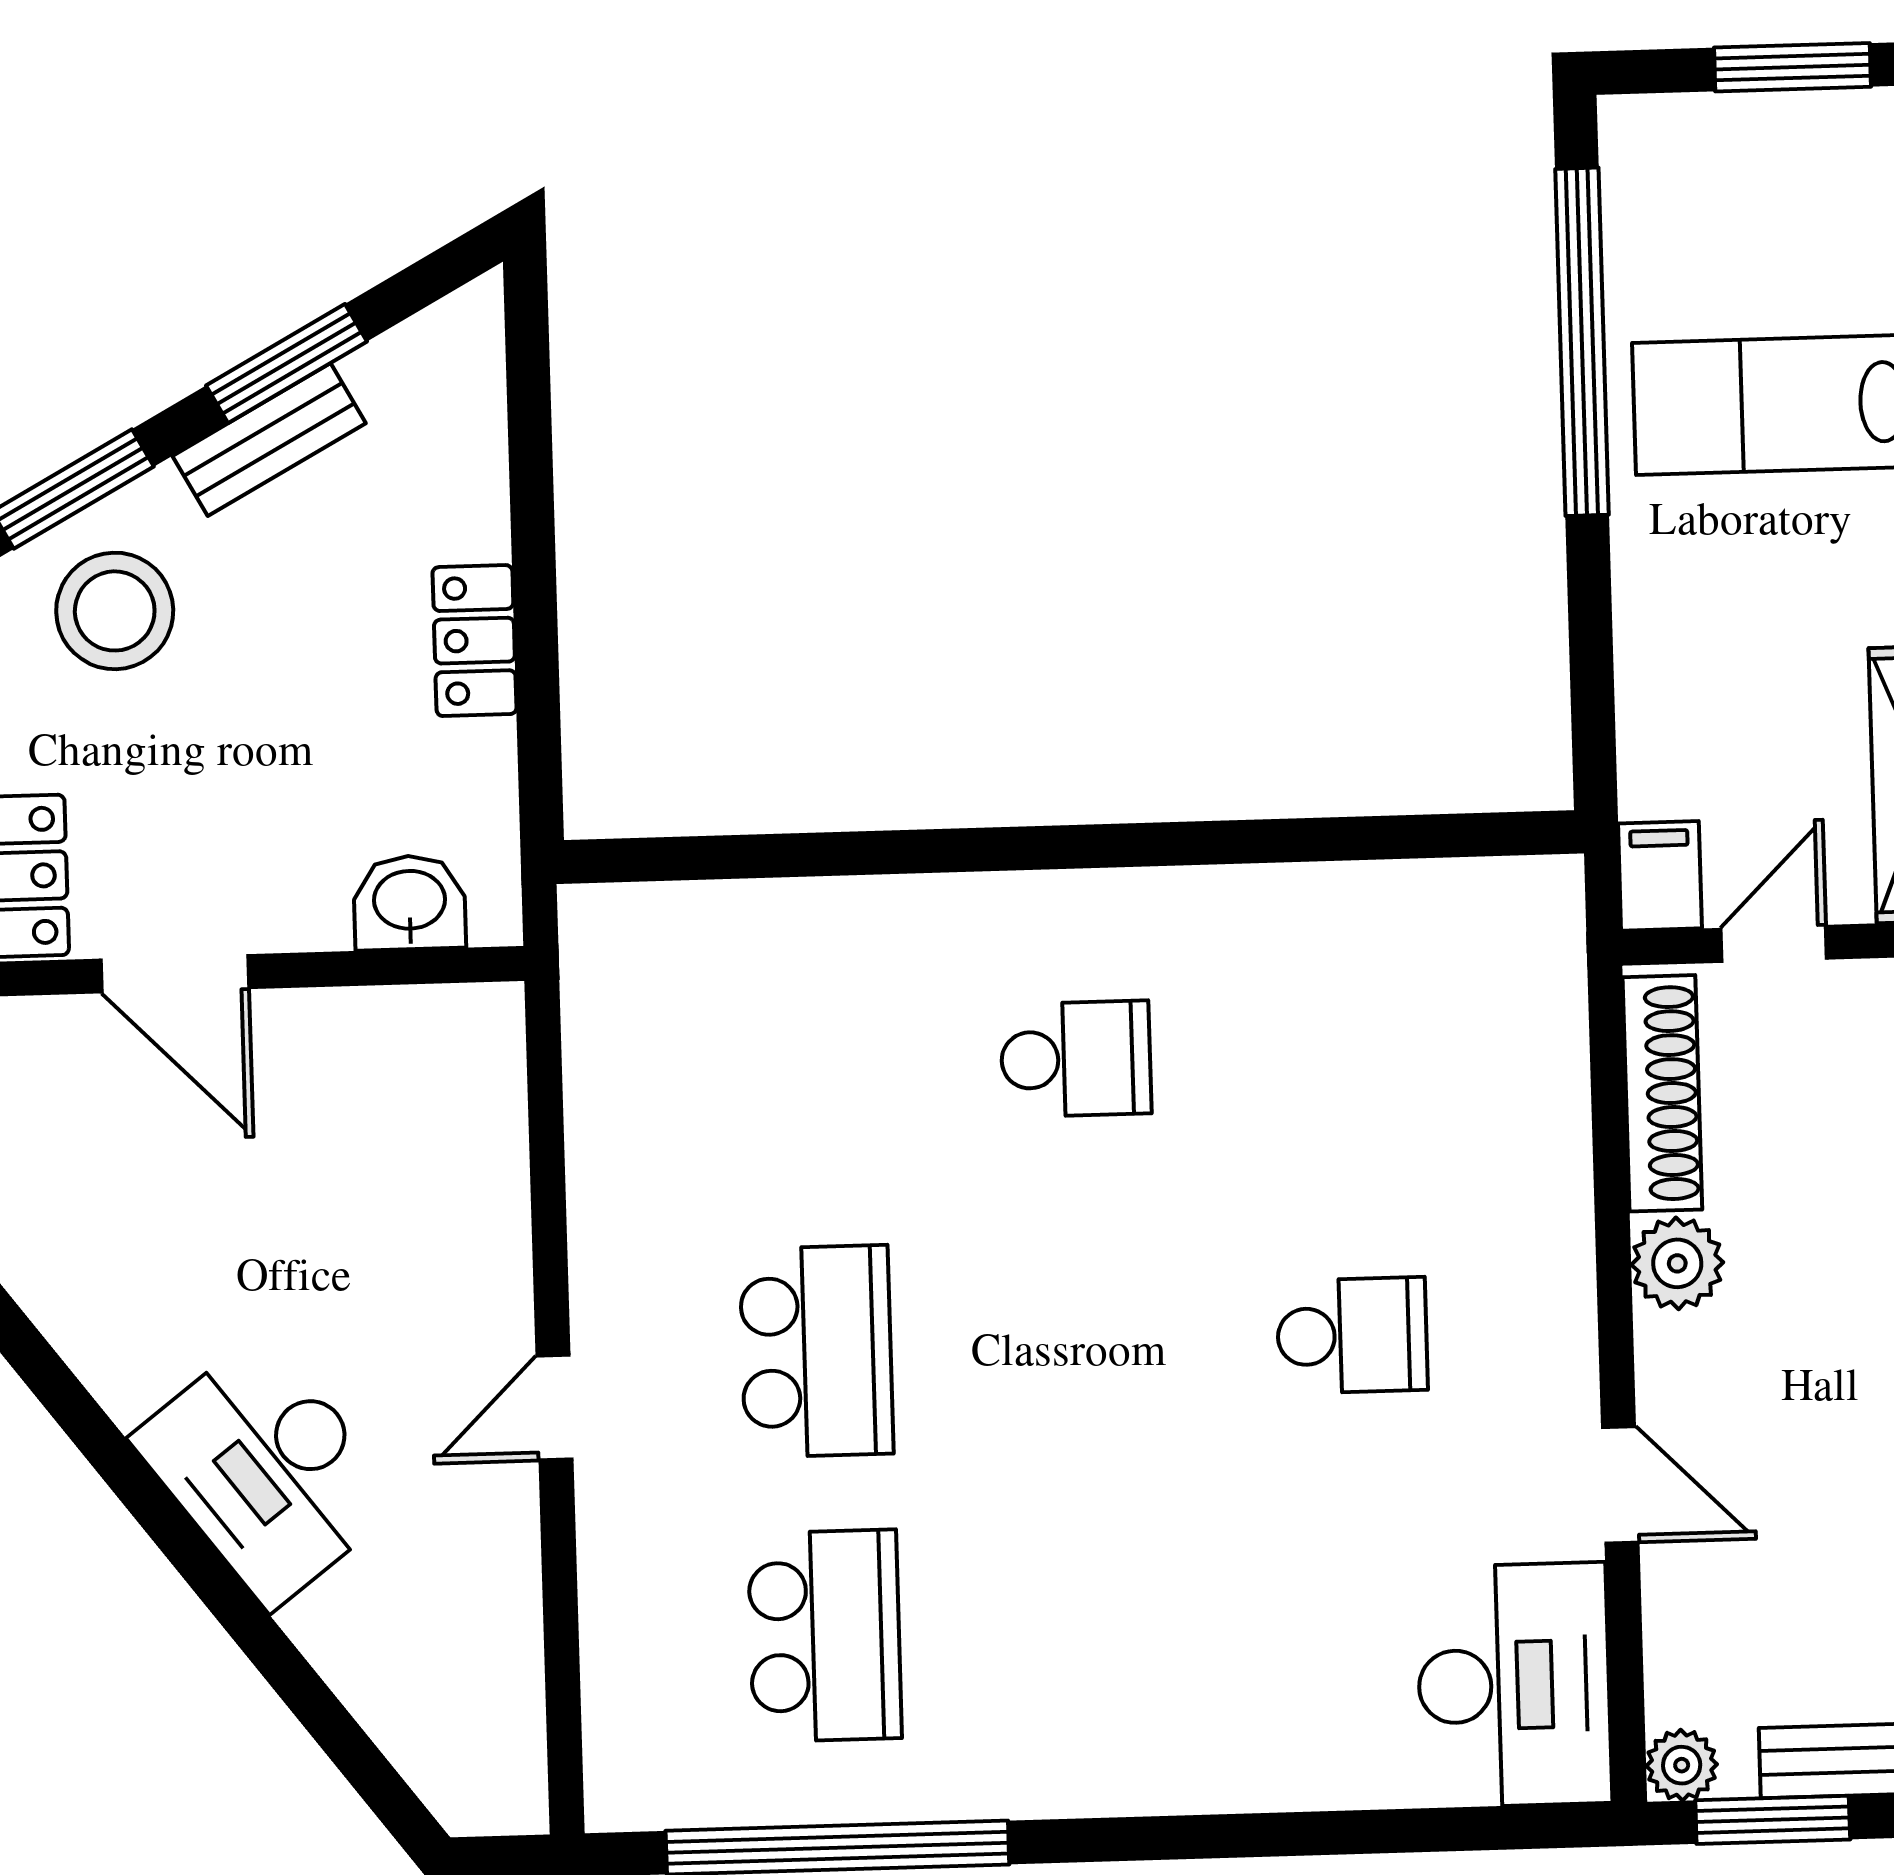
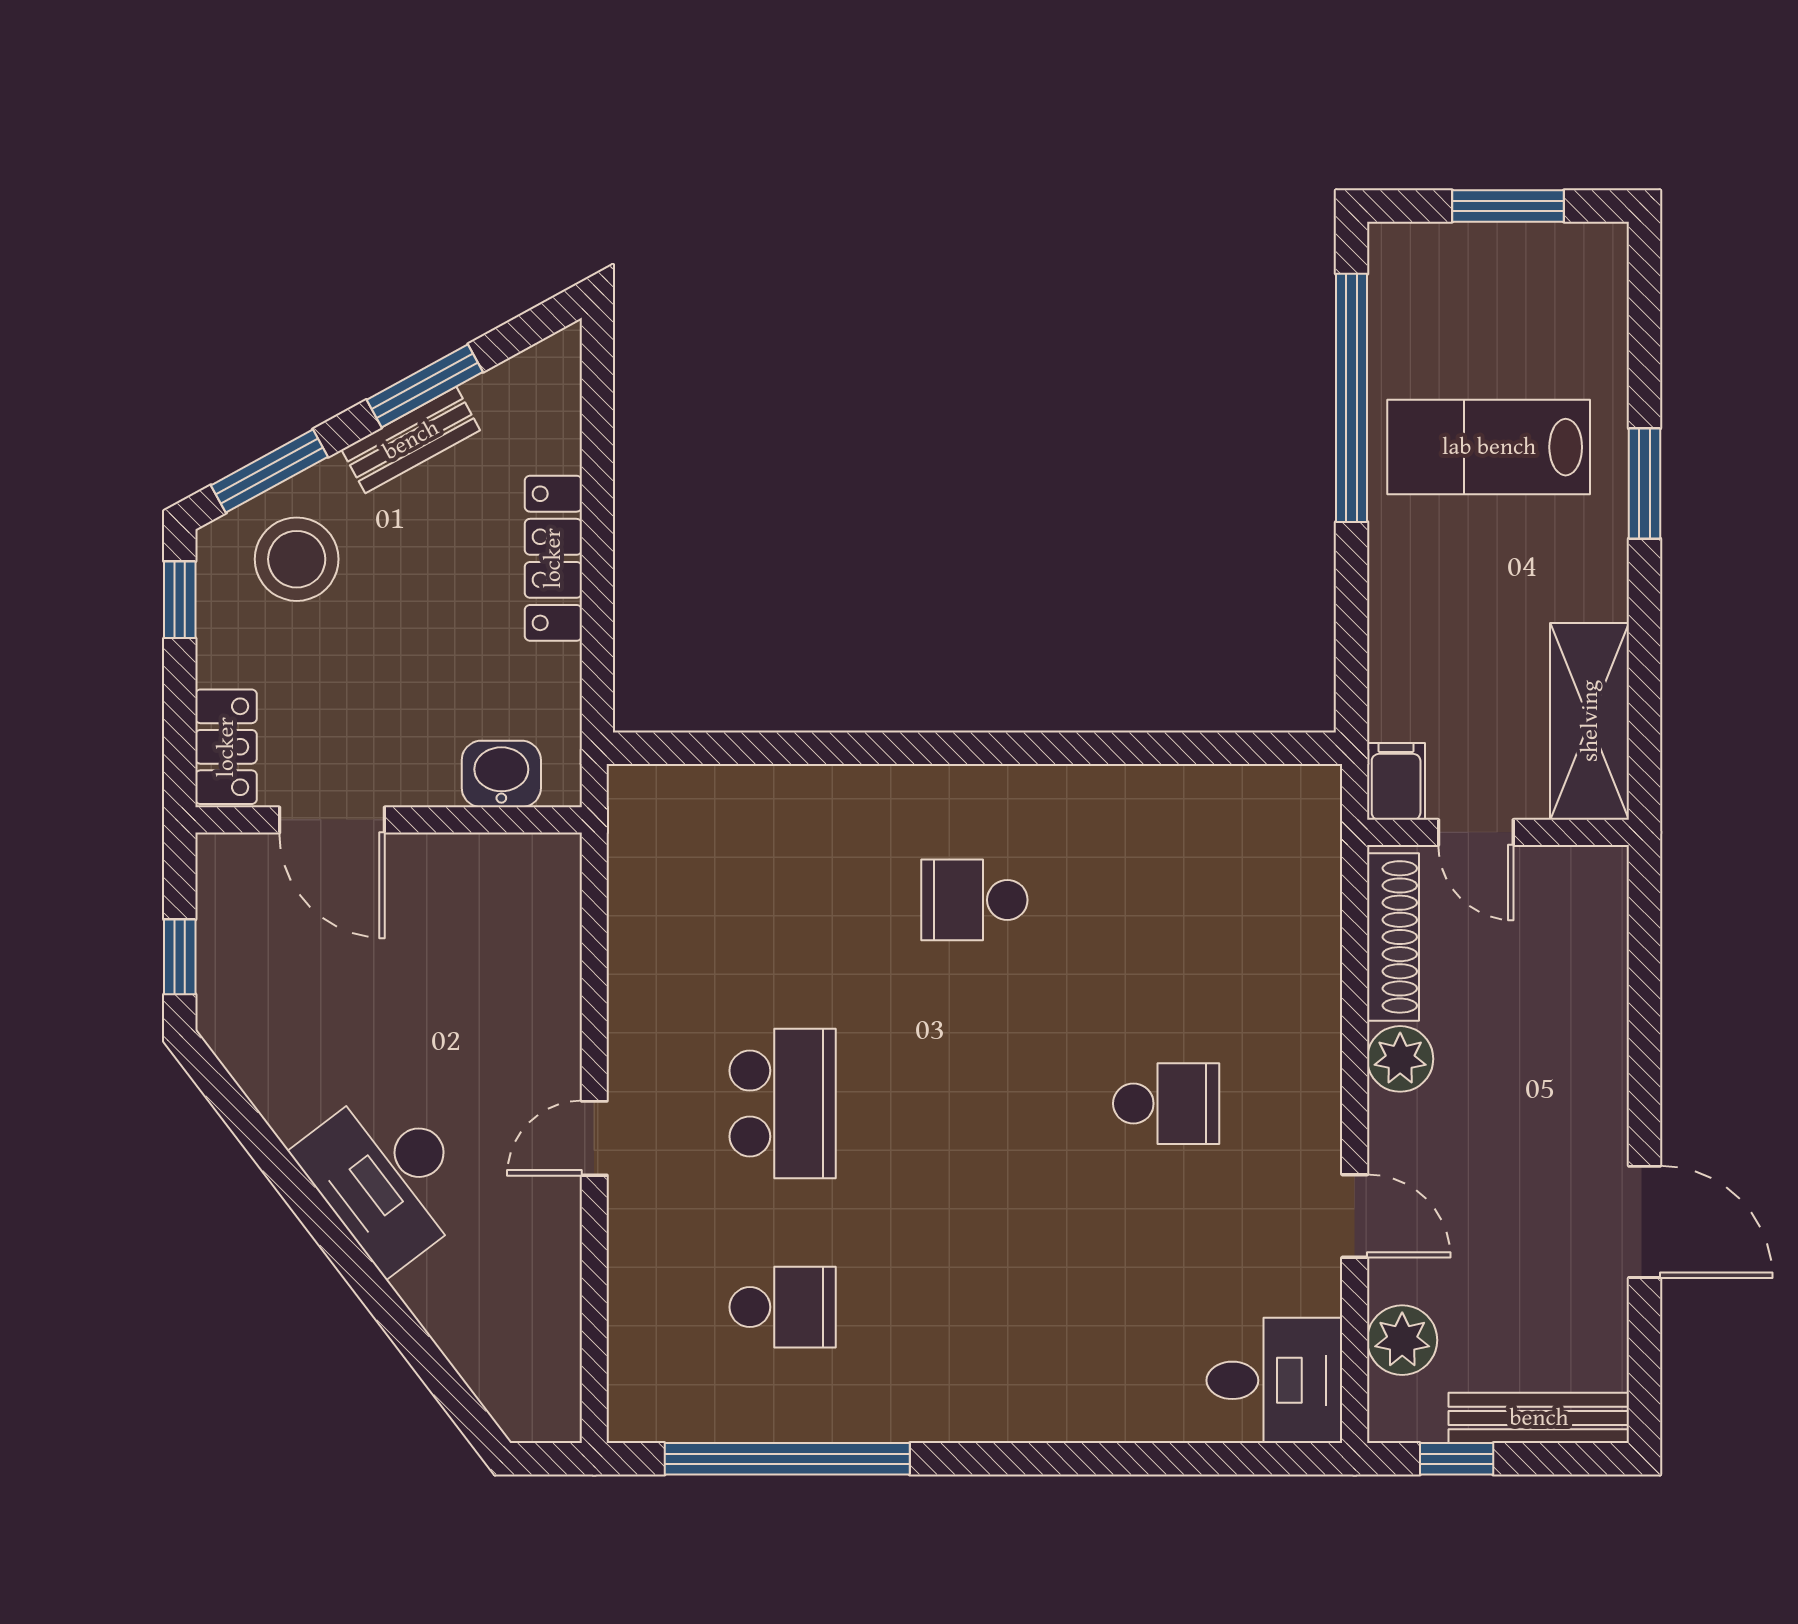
locker: (474, 641) -> (553, 558), width x1.53
door: (1774, 944) -> (1476, 832), swing flipped
school desk: (1076, 1059) -> (974, 900), turned 180
school desk: (825, 1636) -> (783, 1307), width x0.54
desk: (1514, 1685) -> (1274, 1380), width x0.73
plant: (1682, 1765) -> (1402, 1340), moved, width x1.38, depth x1.38
window: (1773, 1820) -> (1457, 1459), width x0.67

